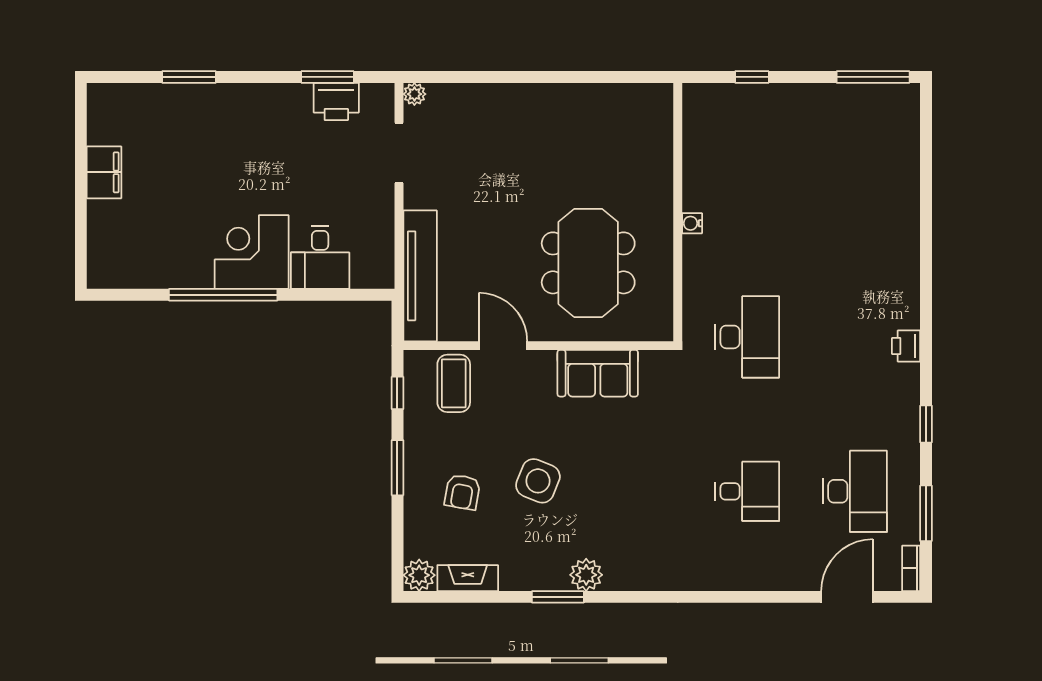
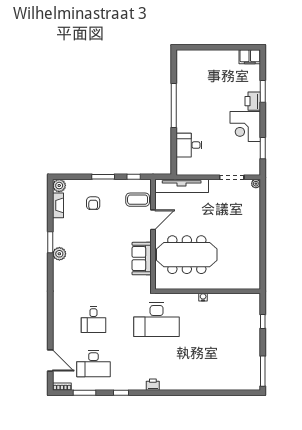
printer: (336, 101) -> (253, 101), moved
filing cabinet: (104, 172) -> (250, 57), moved
corner desk: (252, 252) -> (245, 126), moved, turned 180
meeting table: (588, 263) -> (187, 255), width x1.36
desk: (747, 337) -> (157, 320), width x1.36, depth x1.30
side table: (538, 481) -> (98, 234), removed
armchair: (462, 492) -> (93, 203), turned -100

